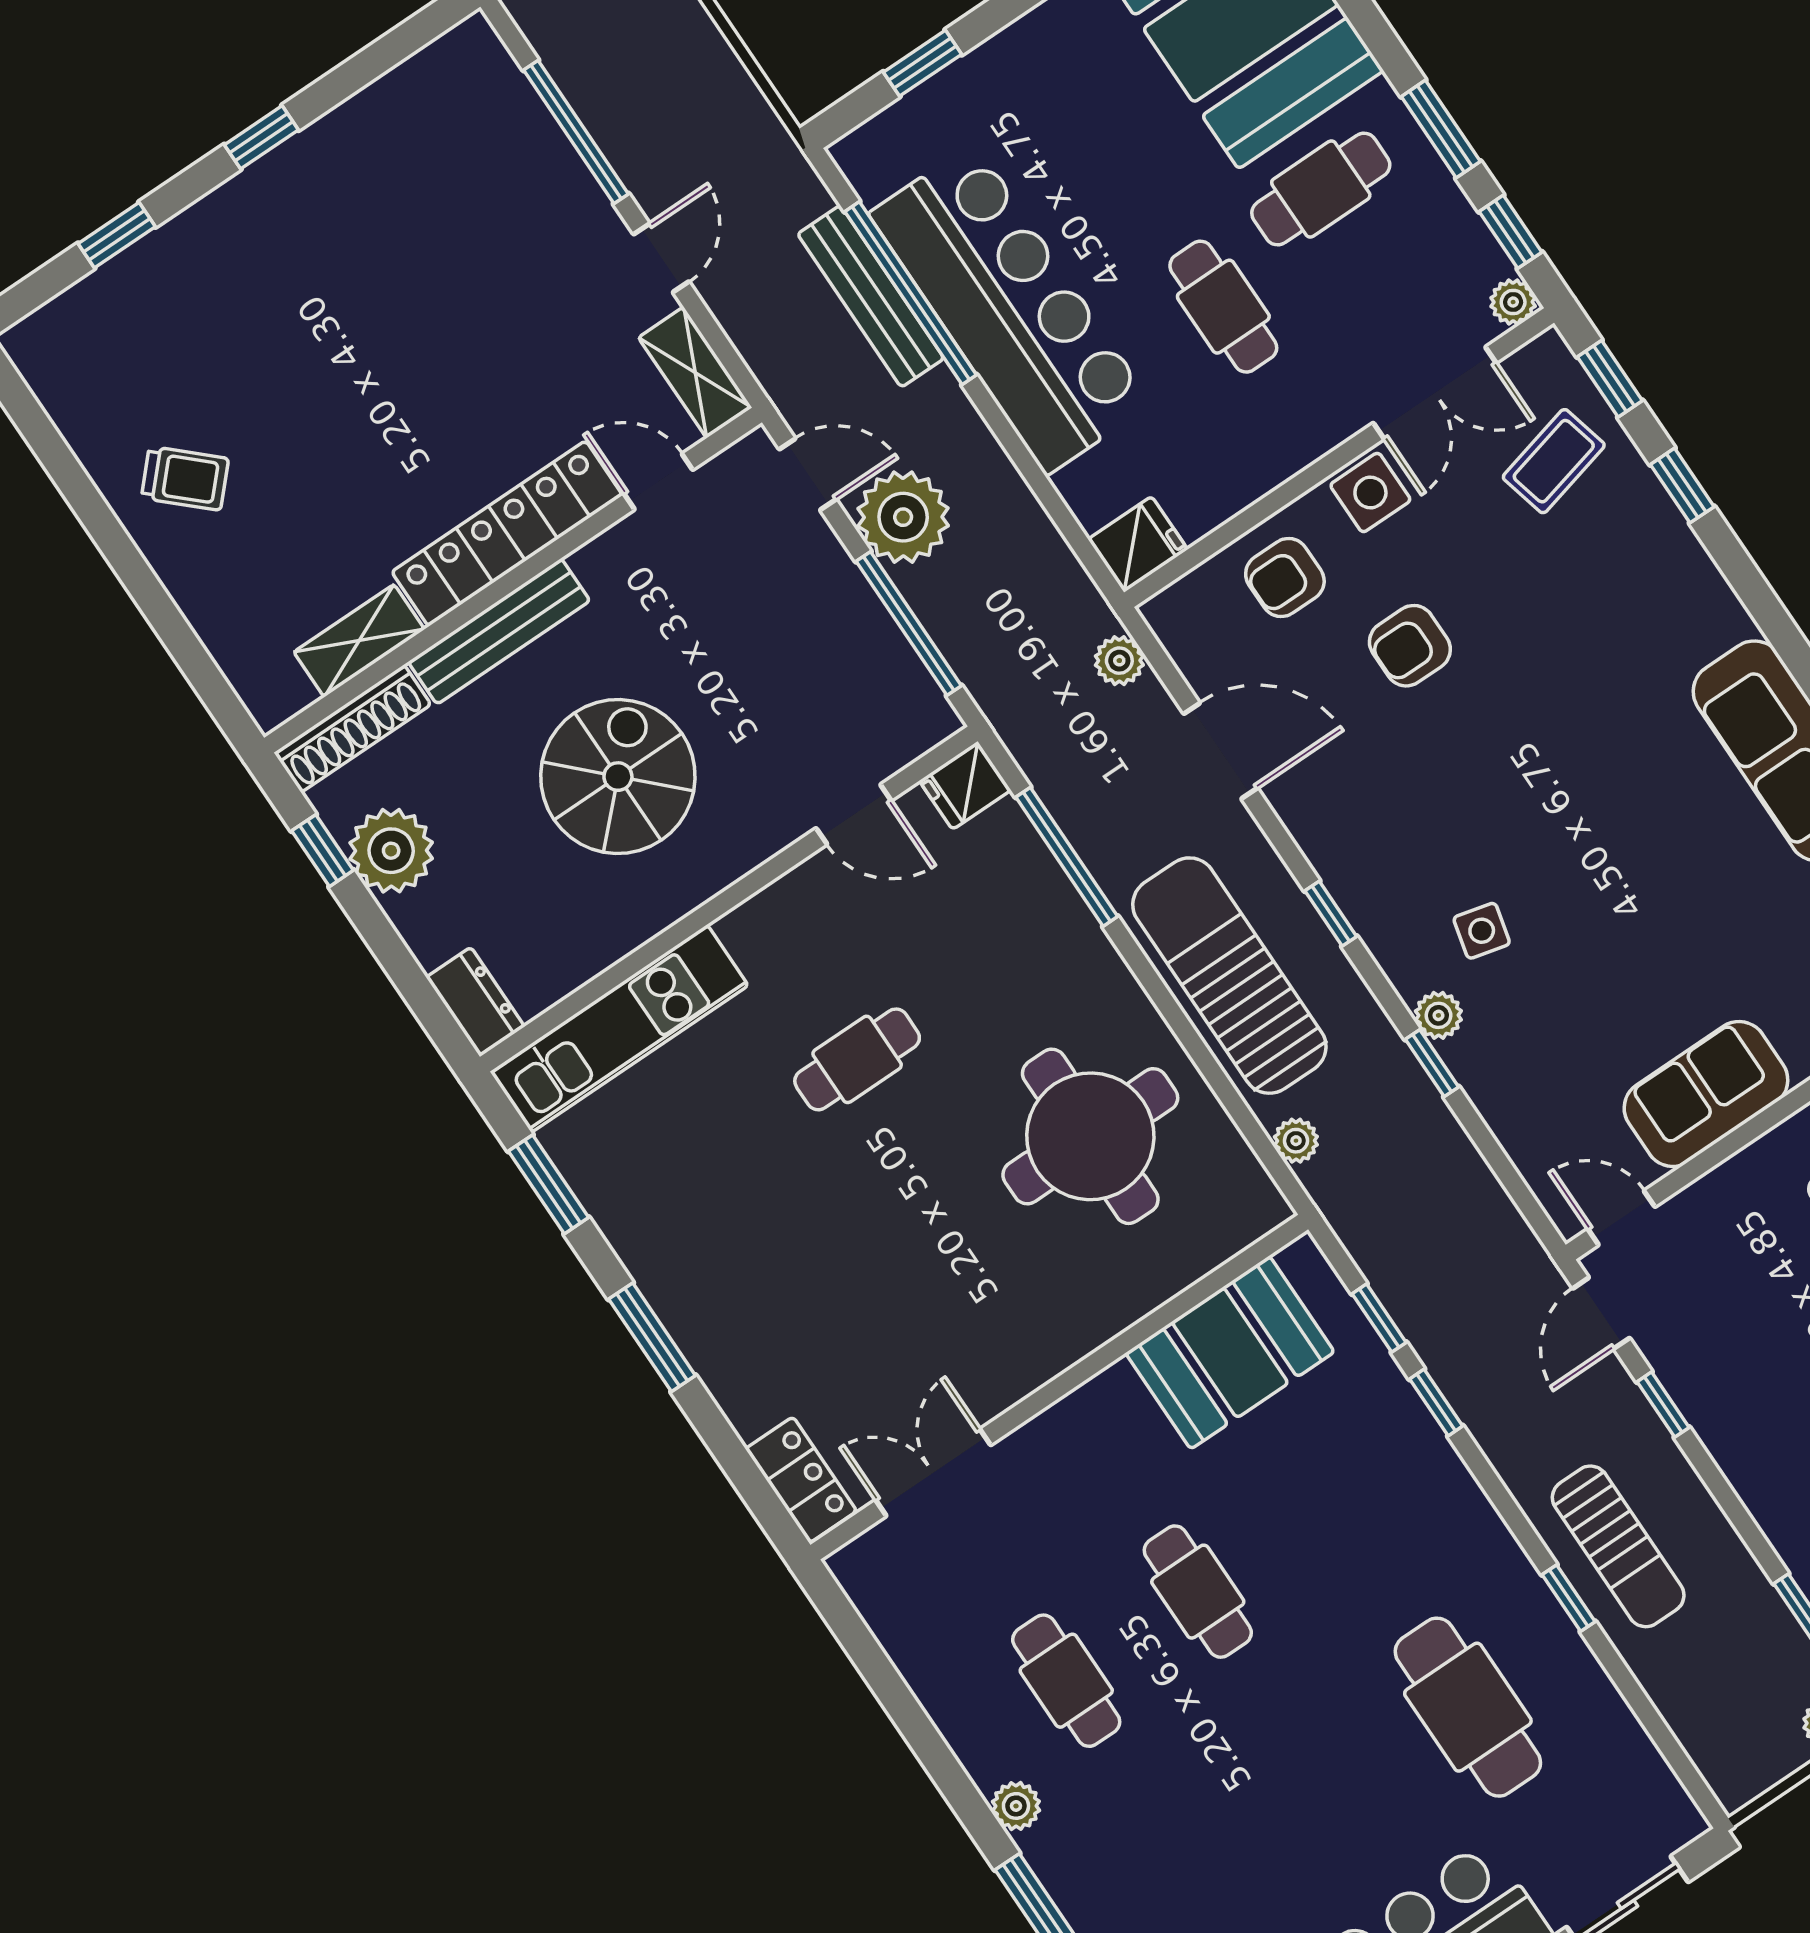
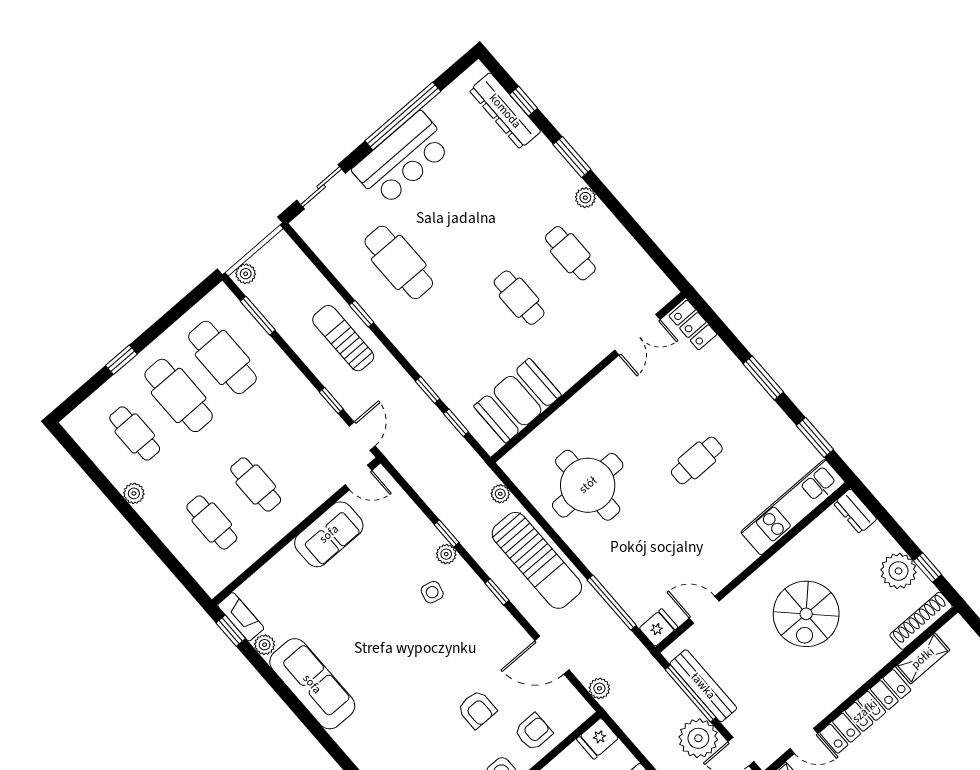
bench: (499, 631) -> (703, 686), moved, turned 90
armchair: (1410, 646) -> (477, 709), turned 90
cafe table: (857, 1059) -> (697, 460), moved

